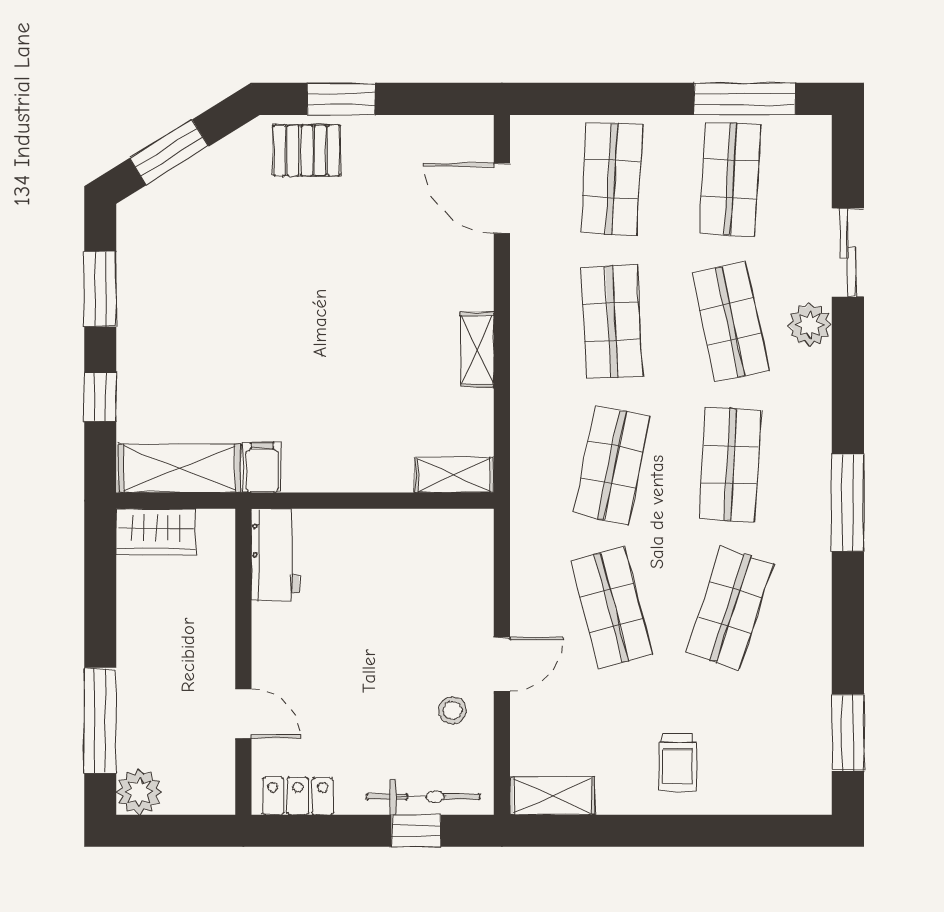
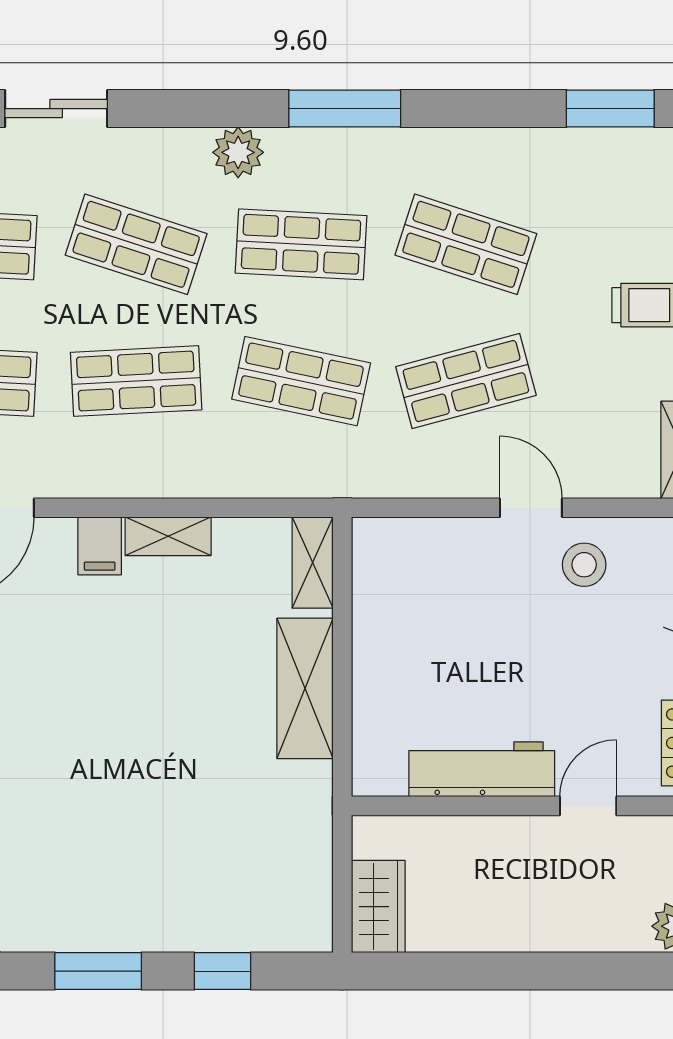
shop shelf: (730, 322) -> (136, 244), turned 30
plant: (810, 325) -> (238, 152), moved
shelving: (179, 468) -> (305, 688), moved
filing cabinet: (262, 468) -> (100, 546), moved, turned -90
workbench: (275, 555) -> (482, 769), moved, width x1.37
stool: (452, 710) -> (584, 565), width x1.37, depth x1.37
window: (100, 720) -> (596, 971), removed

